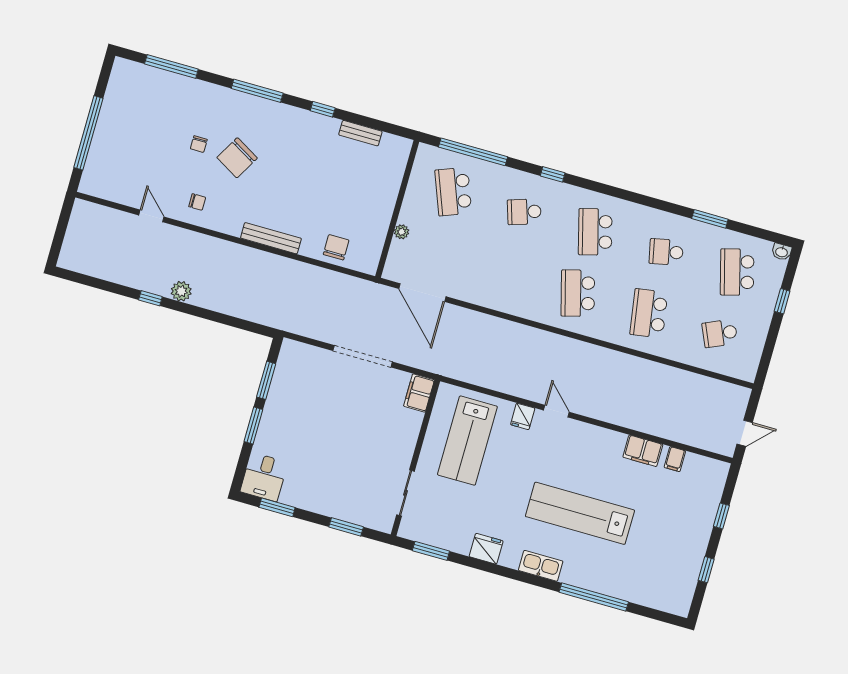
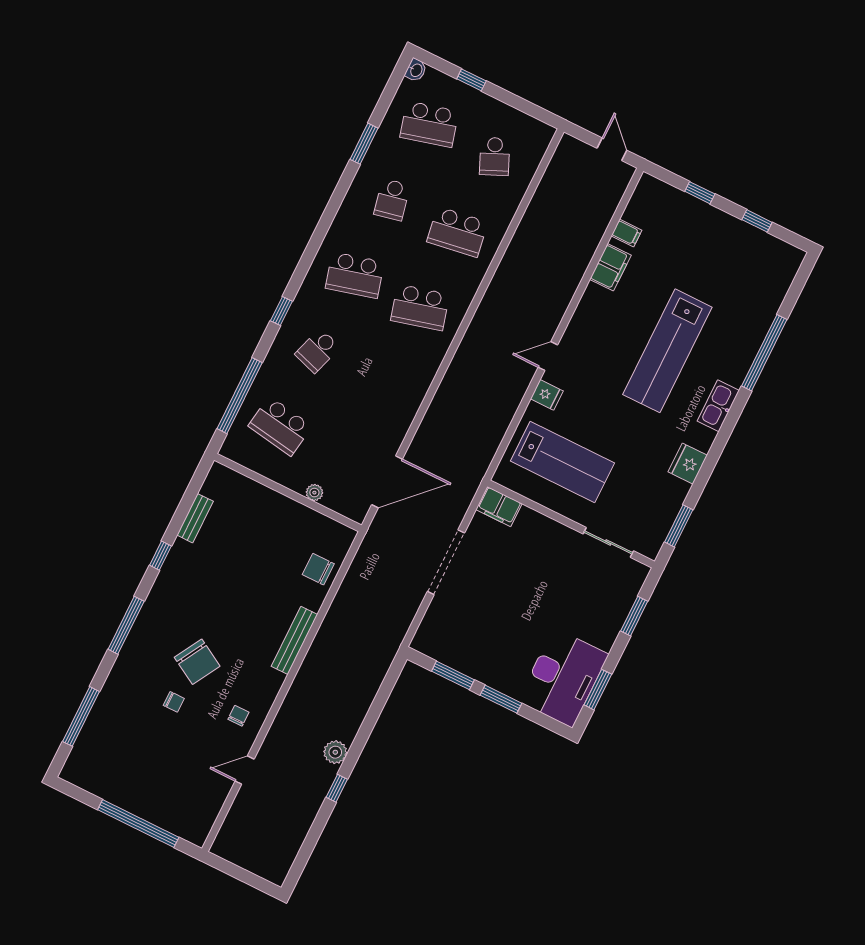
school desk: (453, 192) -> (280, 426), turned 30
school desk: (524, 212) -> (317, 351), turned 36
desk: (264, 477) -> (563, 678), width x1.87, depth x1.30

